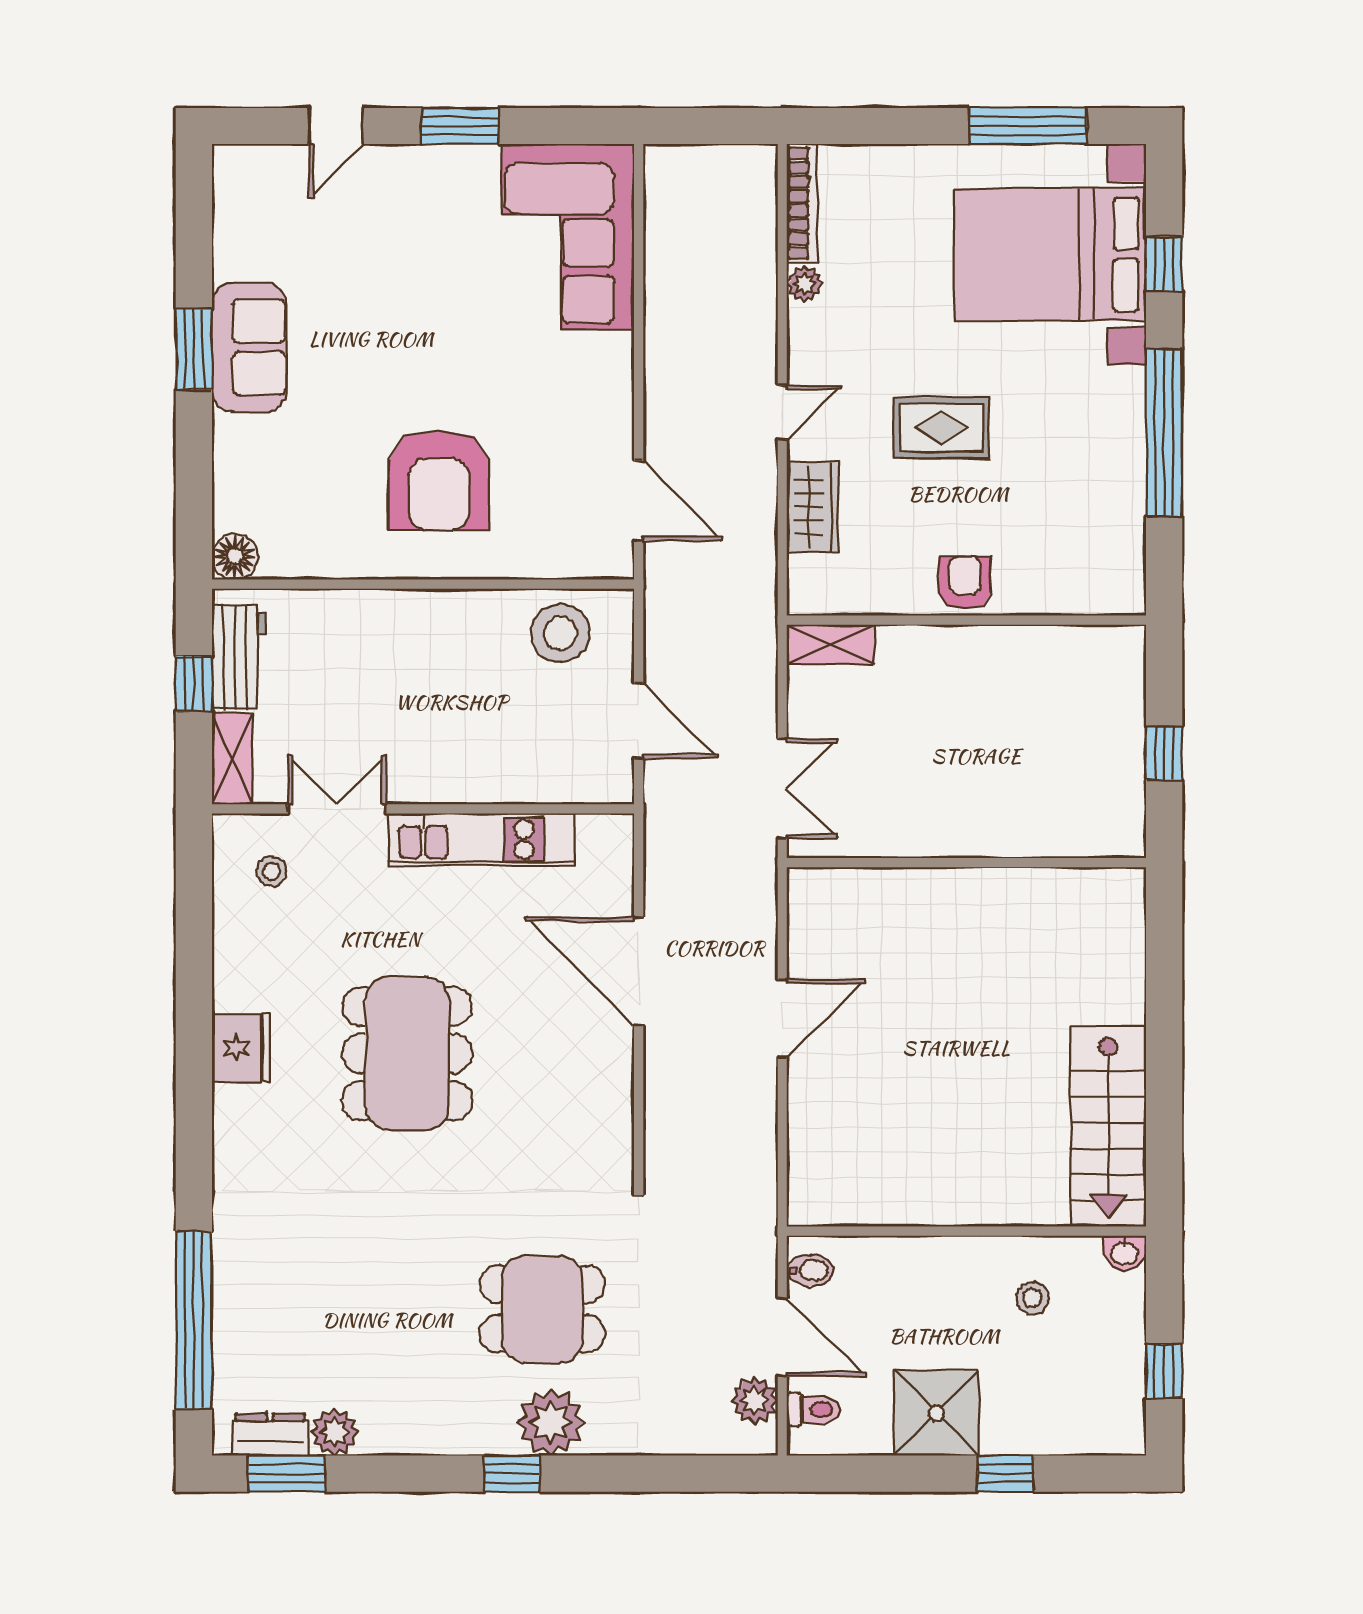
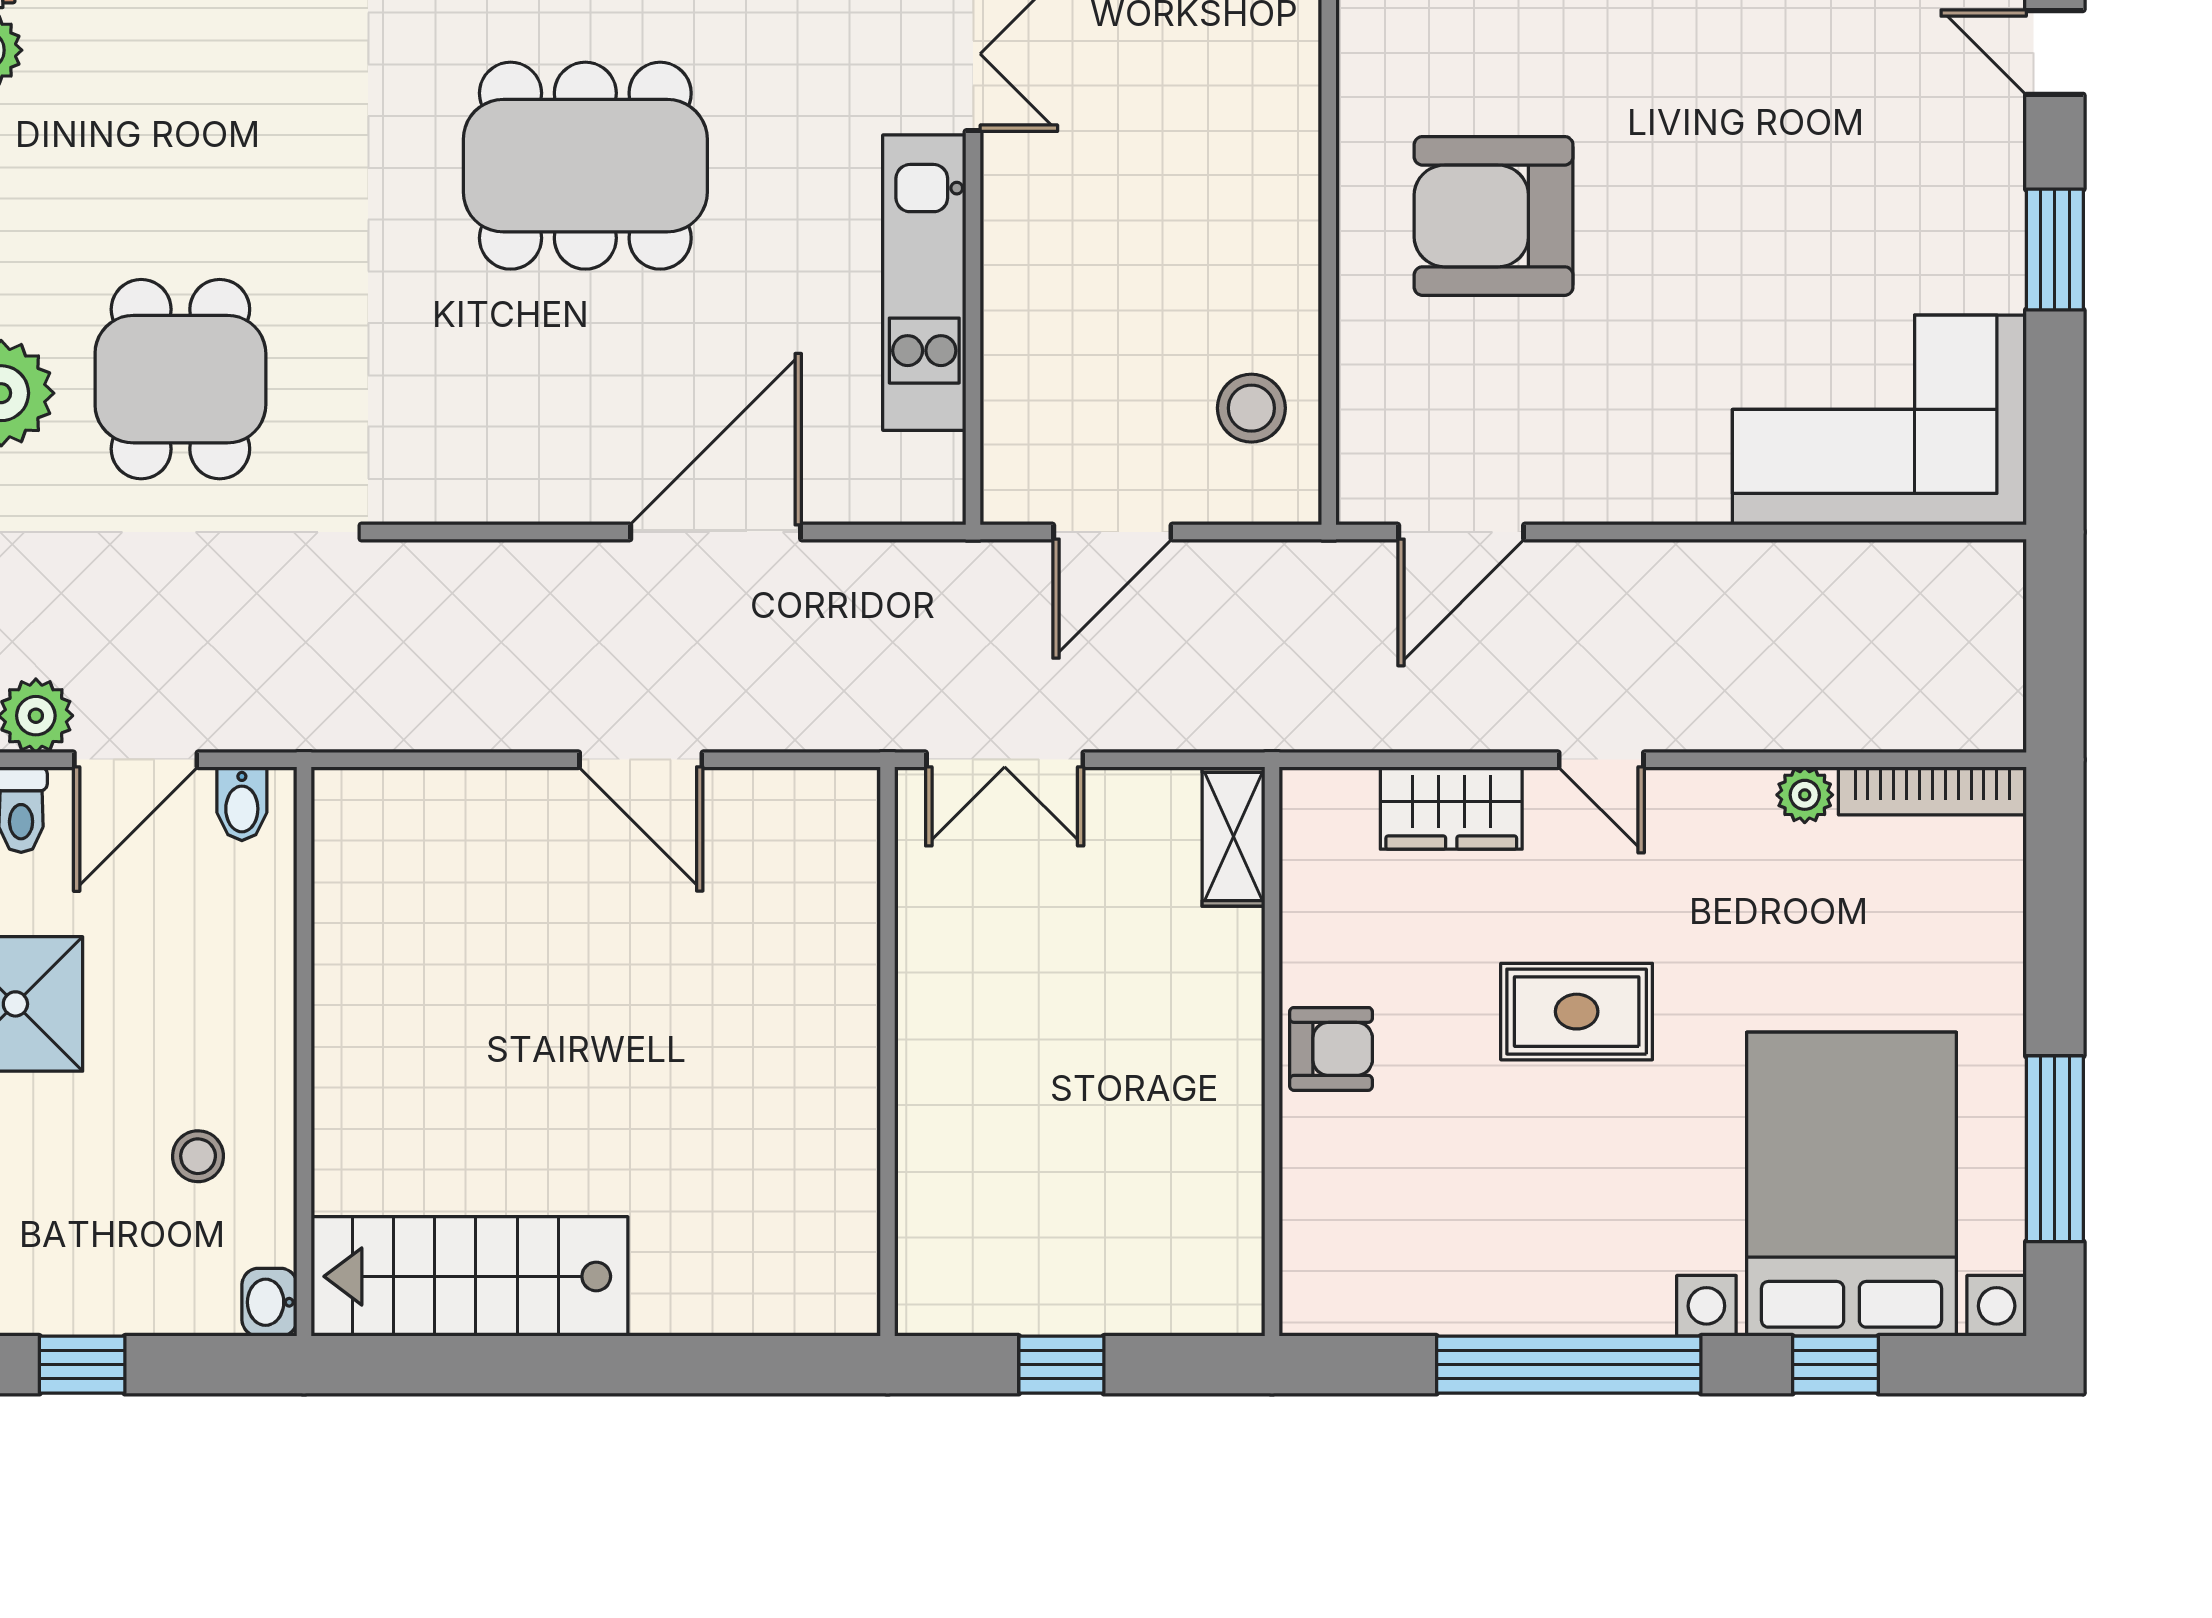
rug: (941, 428) -> (1577, 1012), turned 90
stool: (560, 633) -> (1251, 408), width x0.73, depth x0.73

